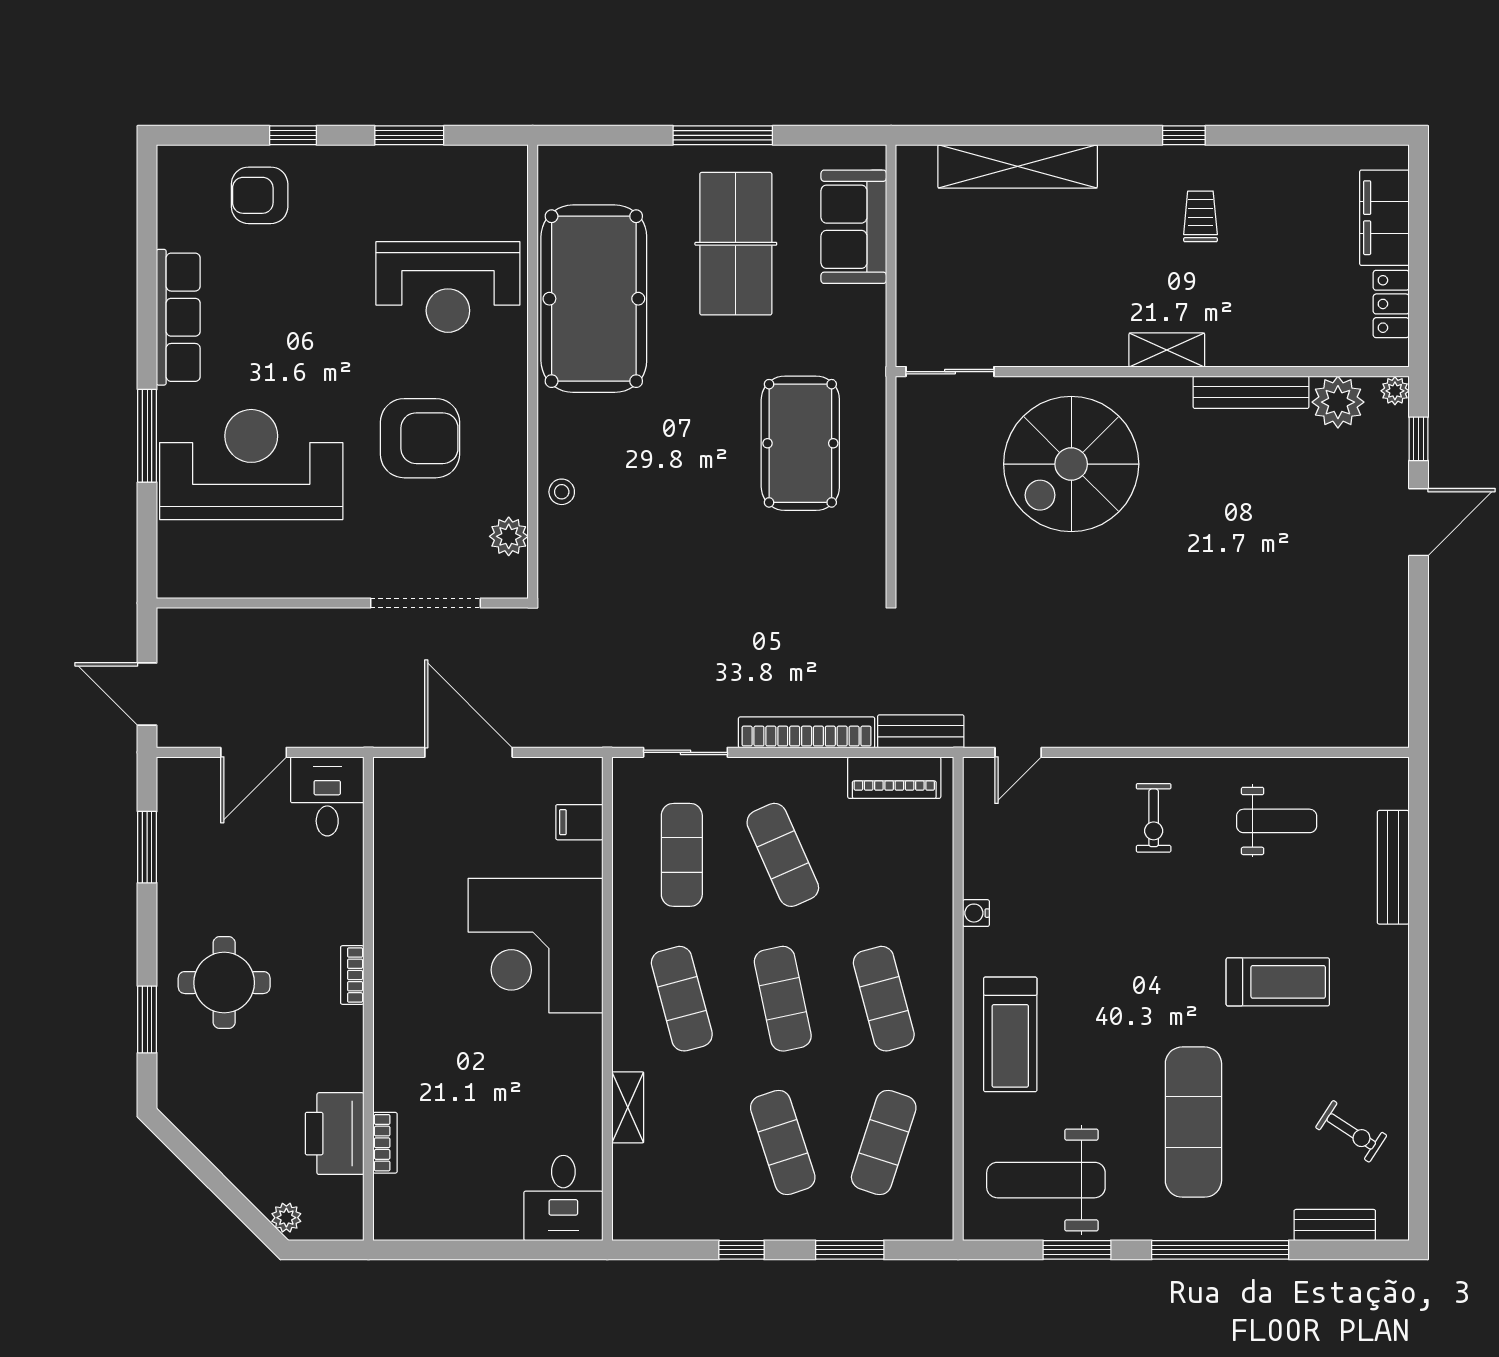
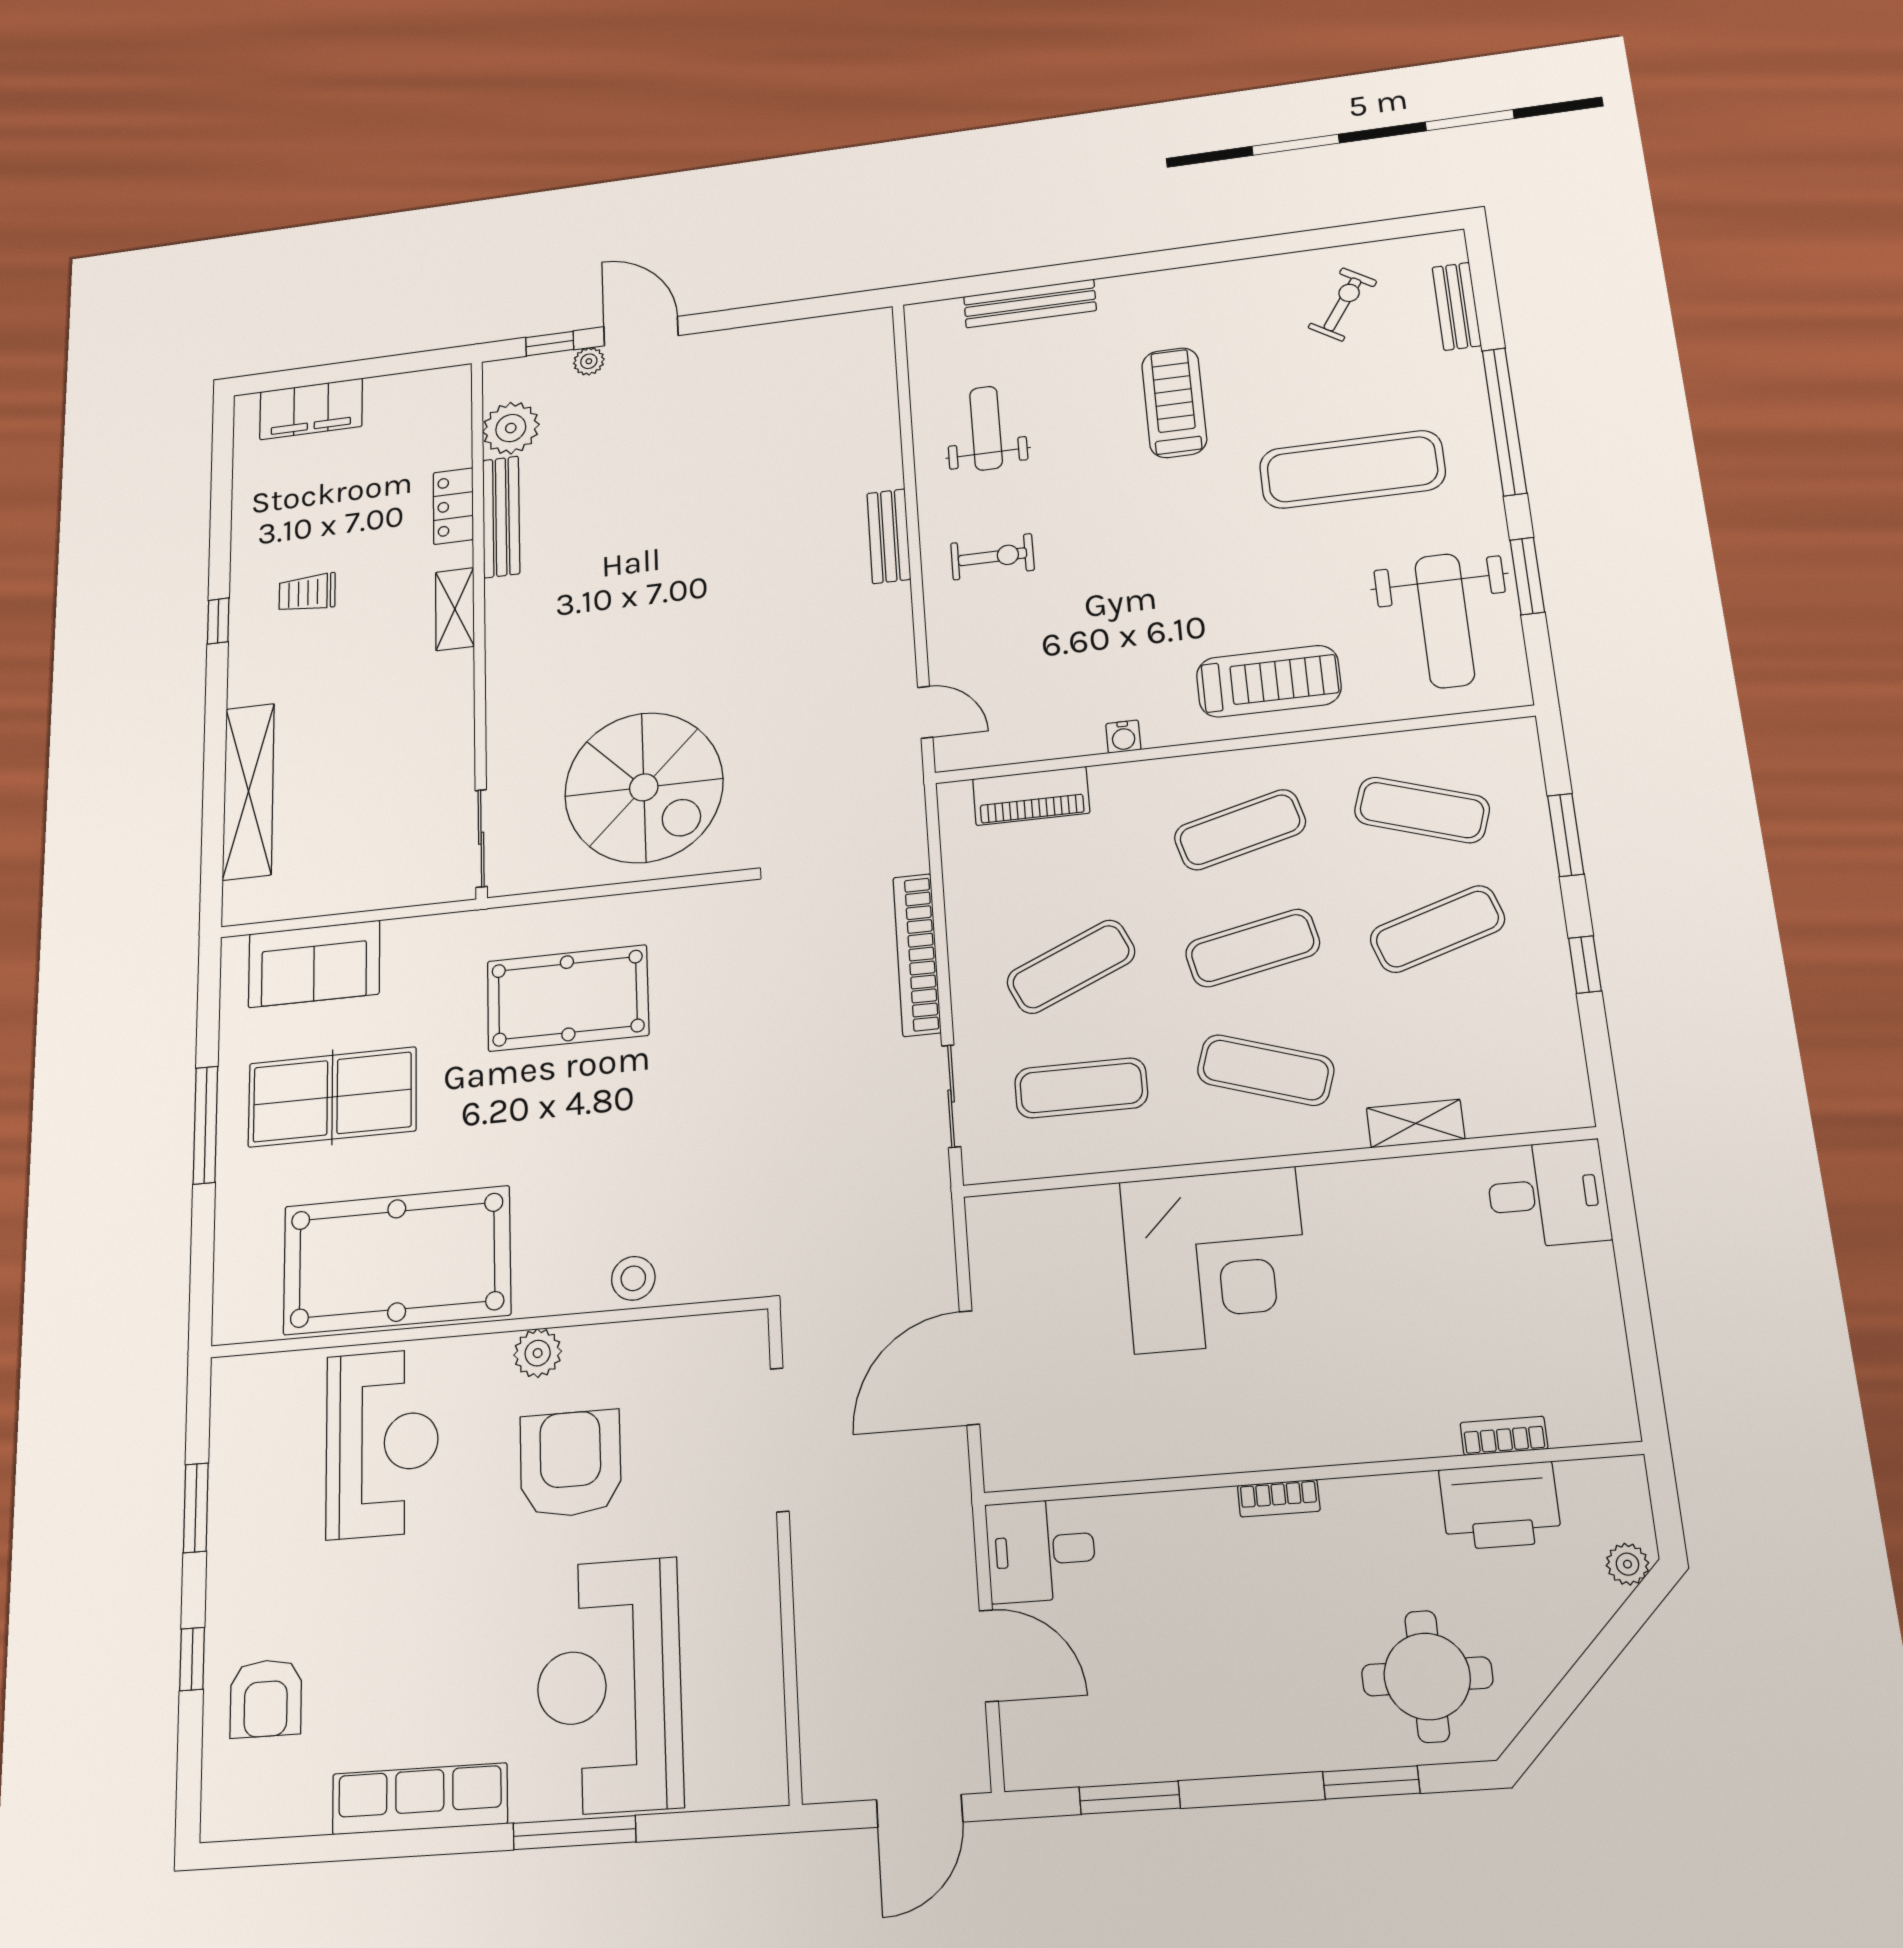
locker: (1391, 304) -> (453, 506), moved, turned 90
plant: (1395, 391) -> (589, 361), moved
spiral stairs: (1071, 464) -> (644, 787), moved
stool: (562, 492) -> (633, 1278), width x1.37, depth x1.37
plant: (509, 536) -> (538, 1353), moved
bench: (921, 731) -> (889, 536), moved
piano: (894, 778) -> (1031, 796), moved, turned 90
filing cabinet: (579, 822) -> (1049, 1219), removed
round table: (224, 983) -> (1427, 1676), moved
exercise mat: (682, 999) -> (1266, 1070), turned 33

